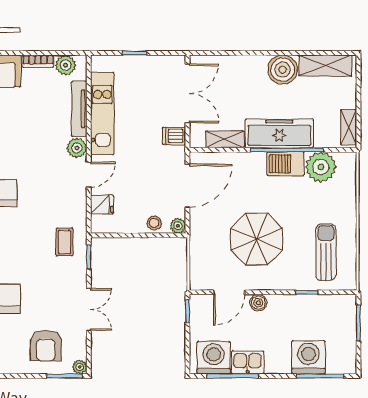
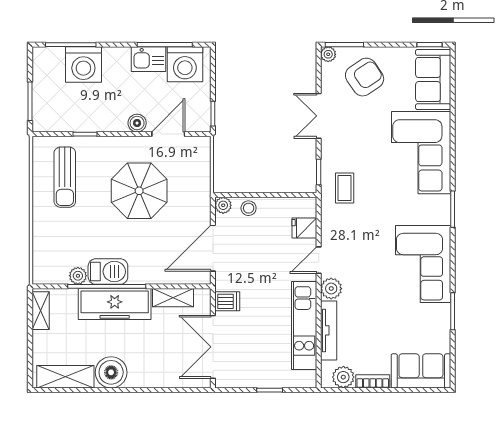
plant: (321, 167) -> (78, 276), width x0.53, depth x0.53
armchair: (46, 346) -> (365, 77), turned 56

